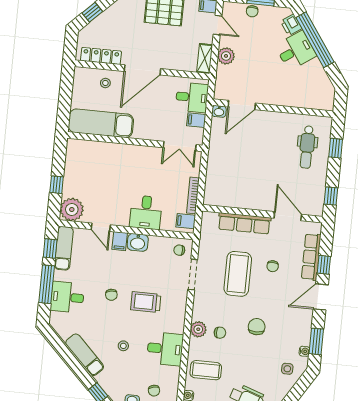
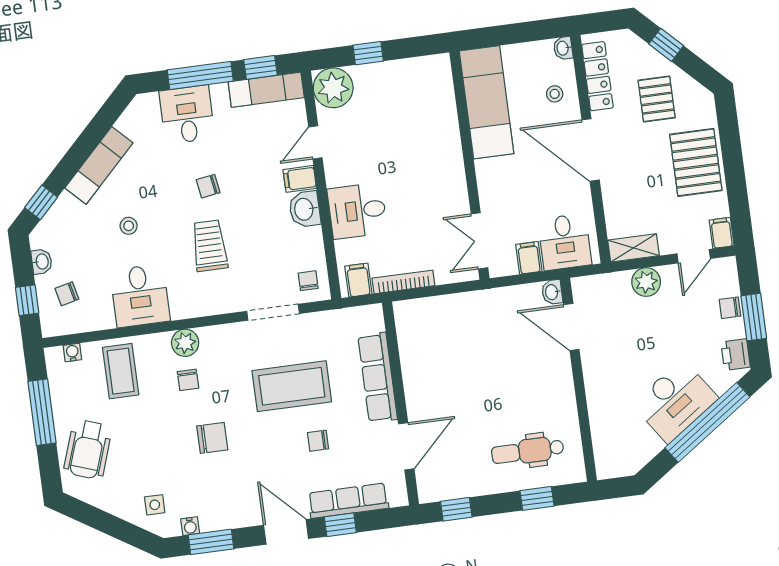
pallet: (122, 25) -> (657, 99), added
printer: (291, 25) -> (736, 355), moved, turned -55
desk: (296, 51) -> (675, 401), width x1.37
washbasin: (80, 72) -> (563, 48), added

